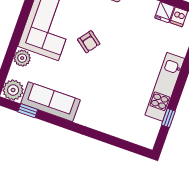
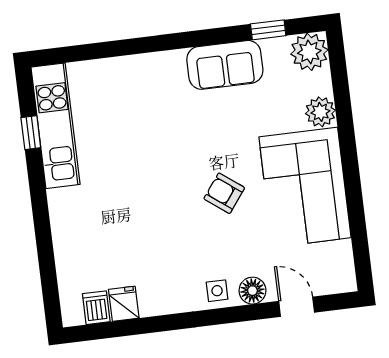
kitchen unit: (165, 87) -> (55, 126), moved
sofa: (50, 102) -> (225, 65), width x0.73

